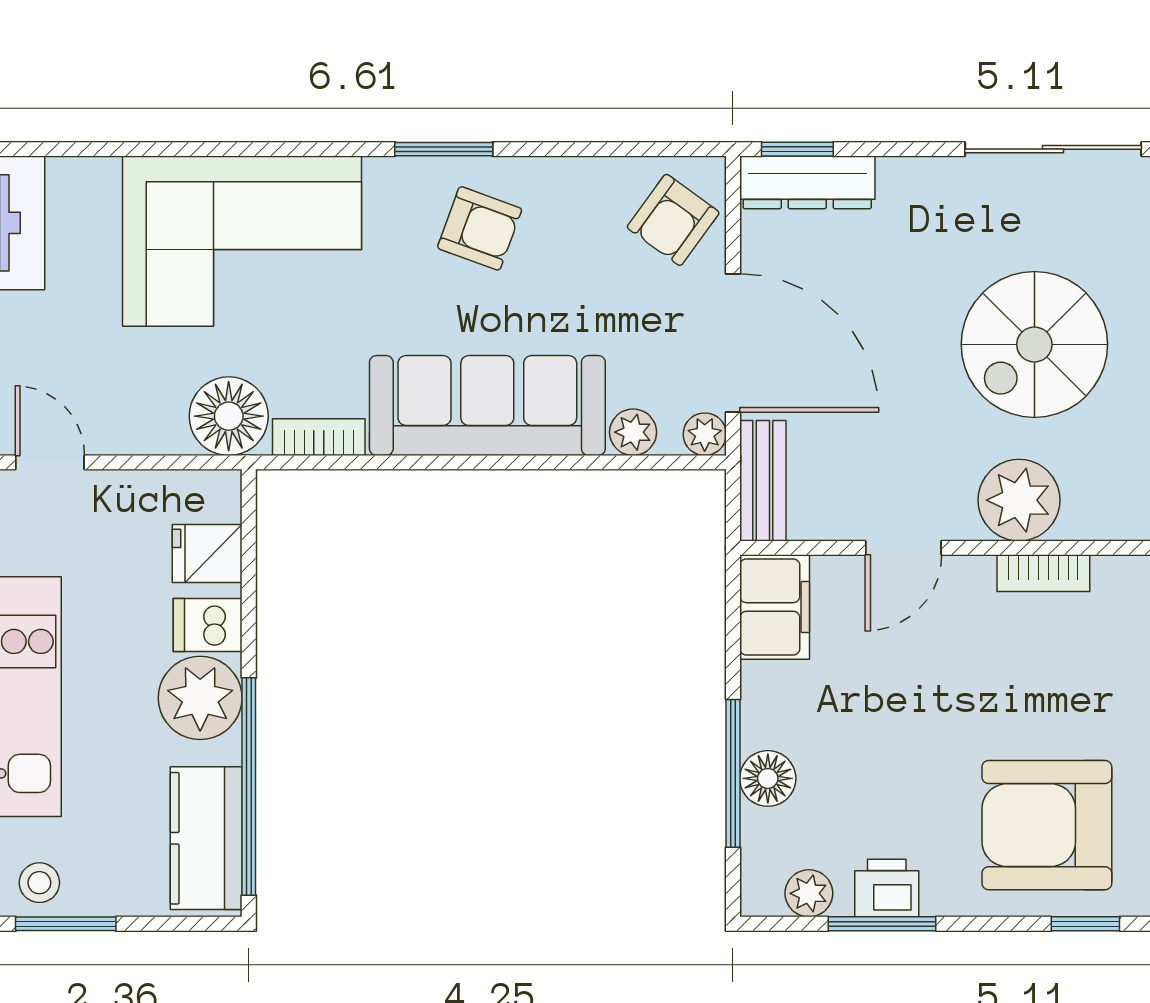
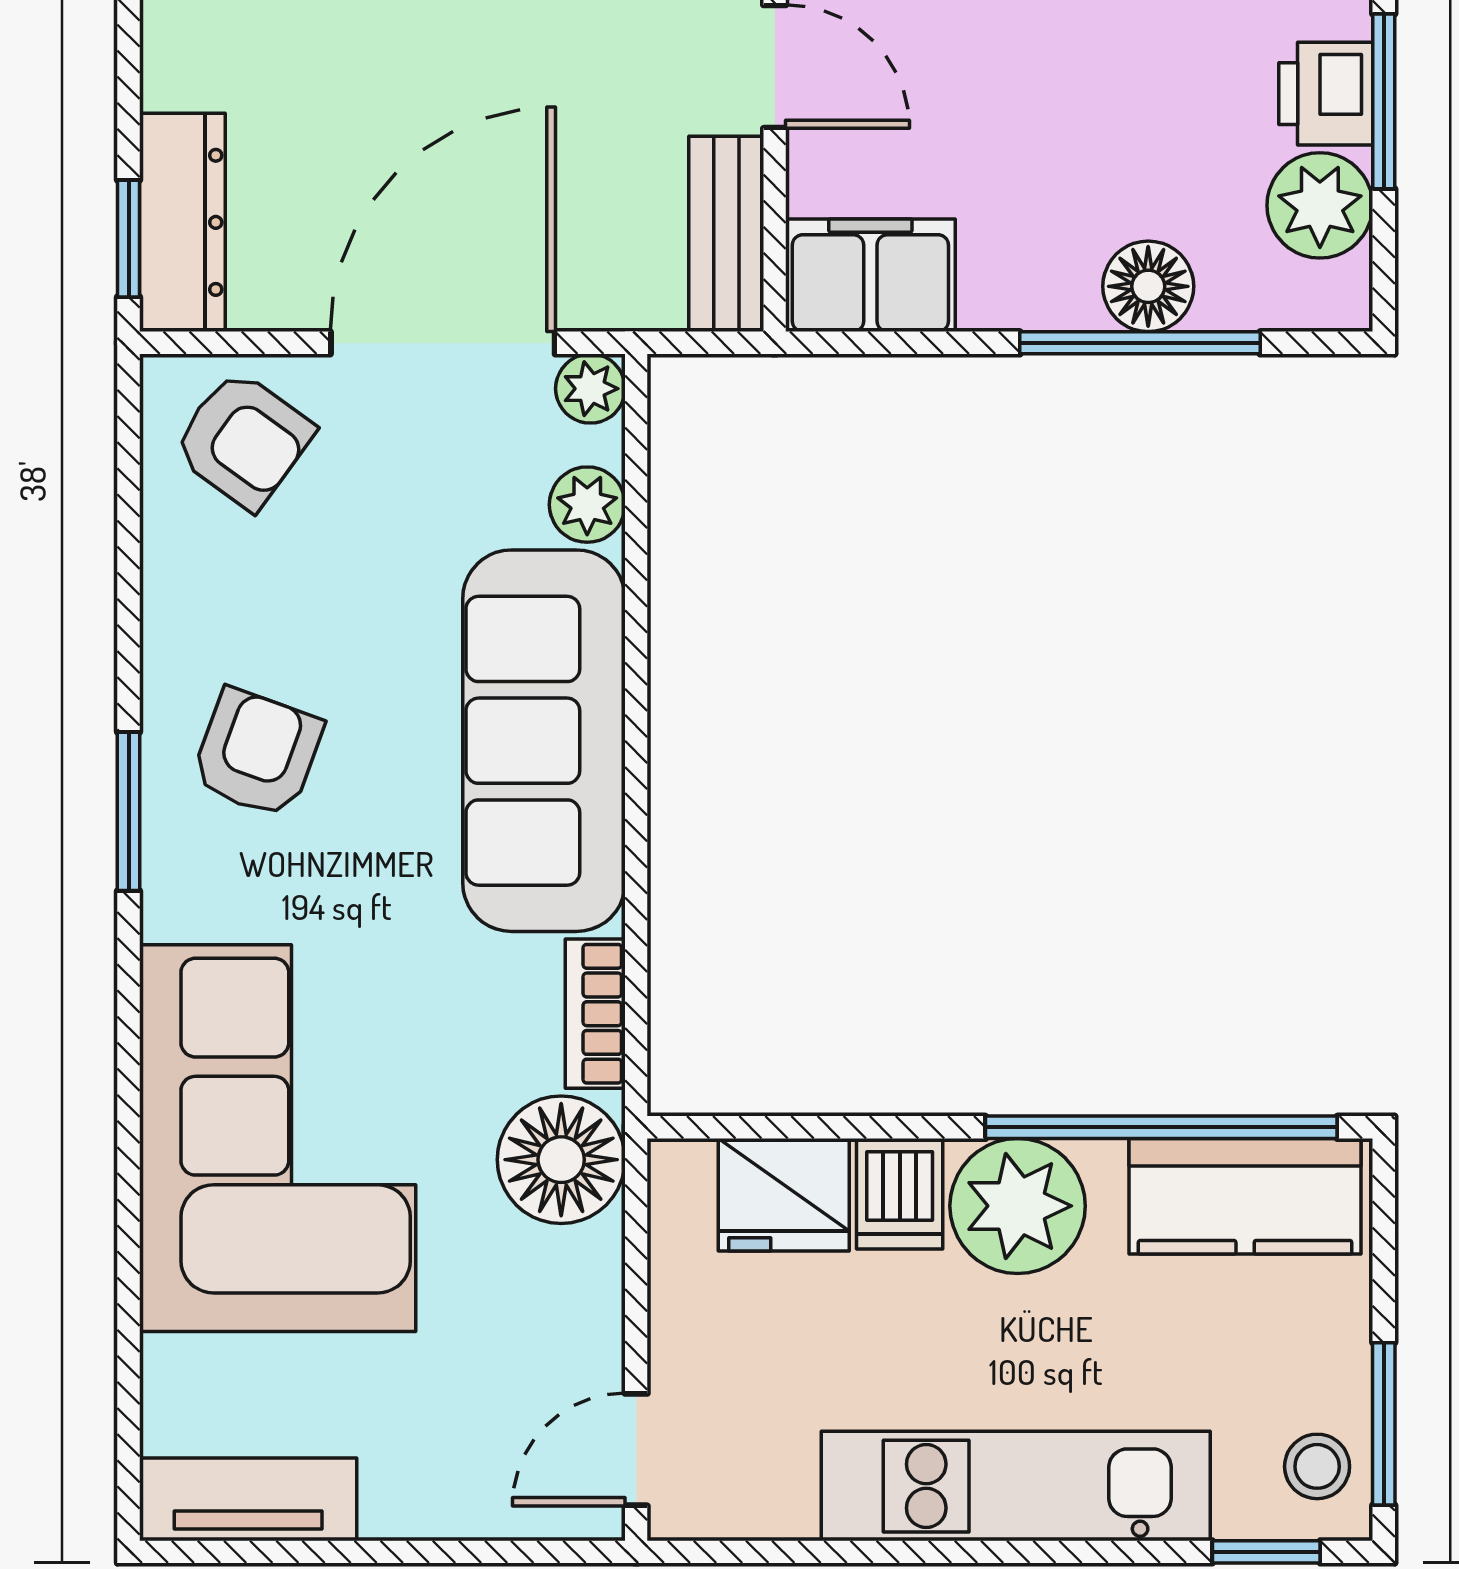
bench: (763, 481) -> (726, 234), moved, turned 90
fridge: (207, 554) -> (784, 1195), width x1.38
plant: (809, 893) -> (1320, 205), width x1.38, depth x1.38

